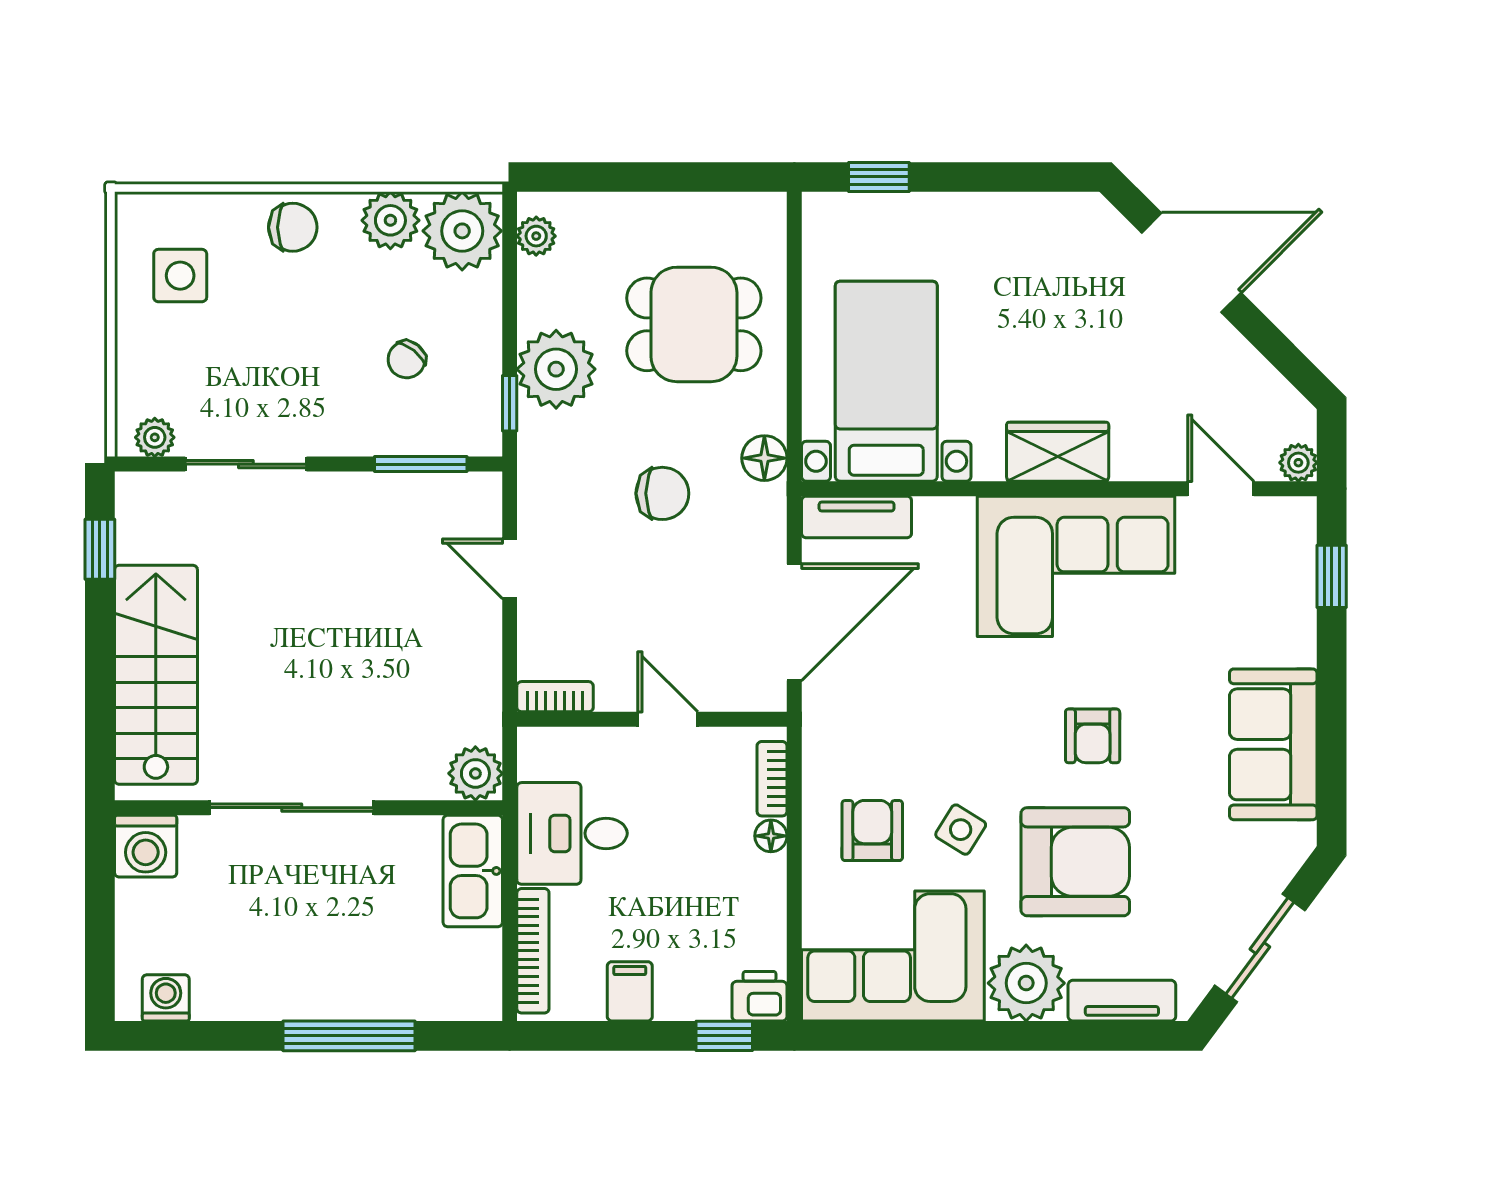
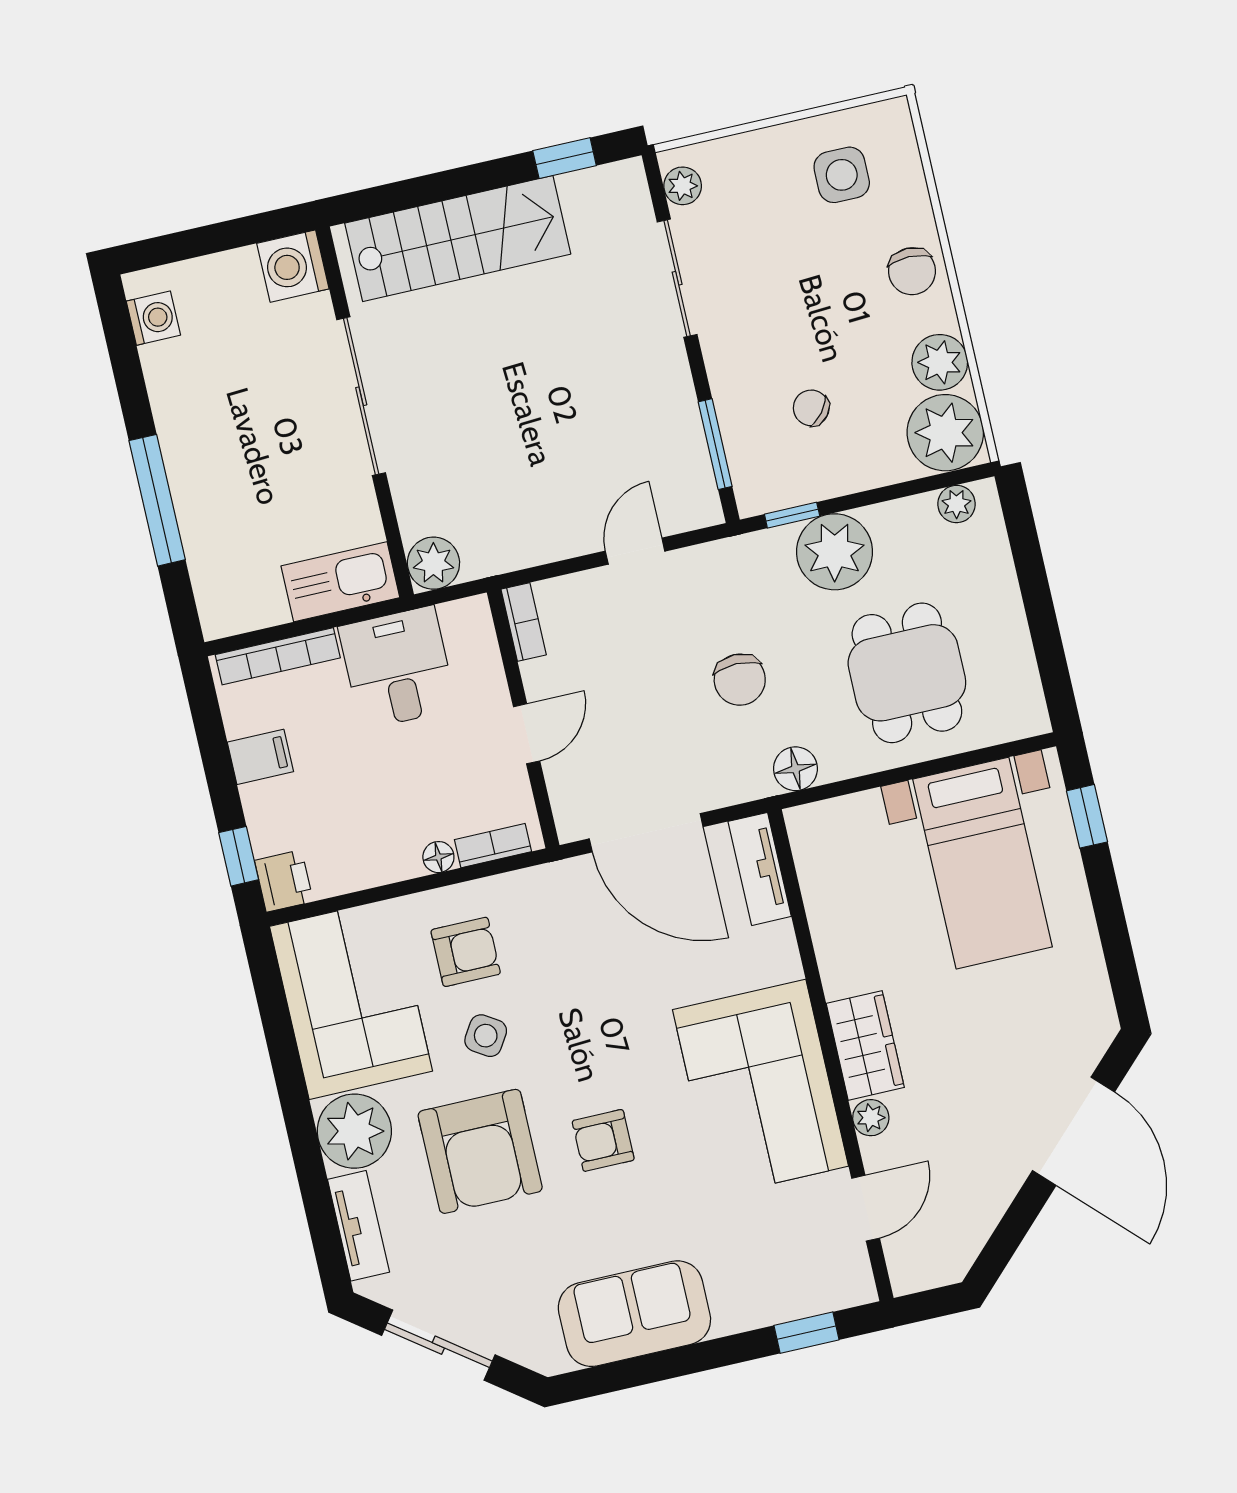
bed with nightstands: (886, 381) -> (983, 863), moved, turned 90
plant: (1298, 463) -> (871, 1118), moved

